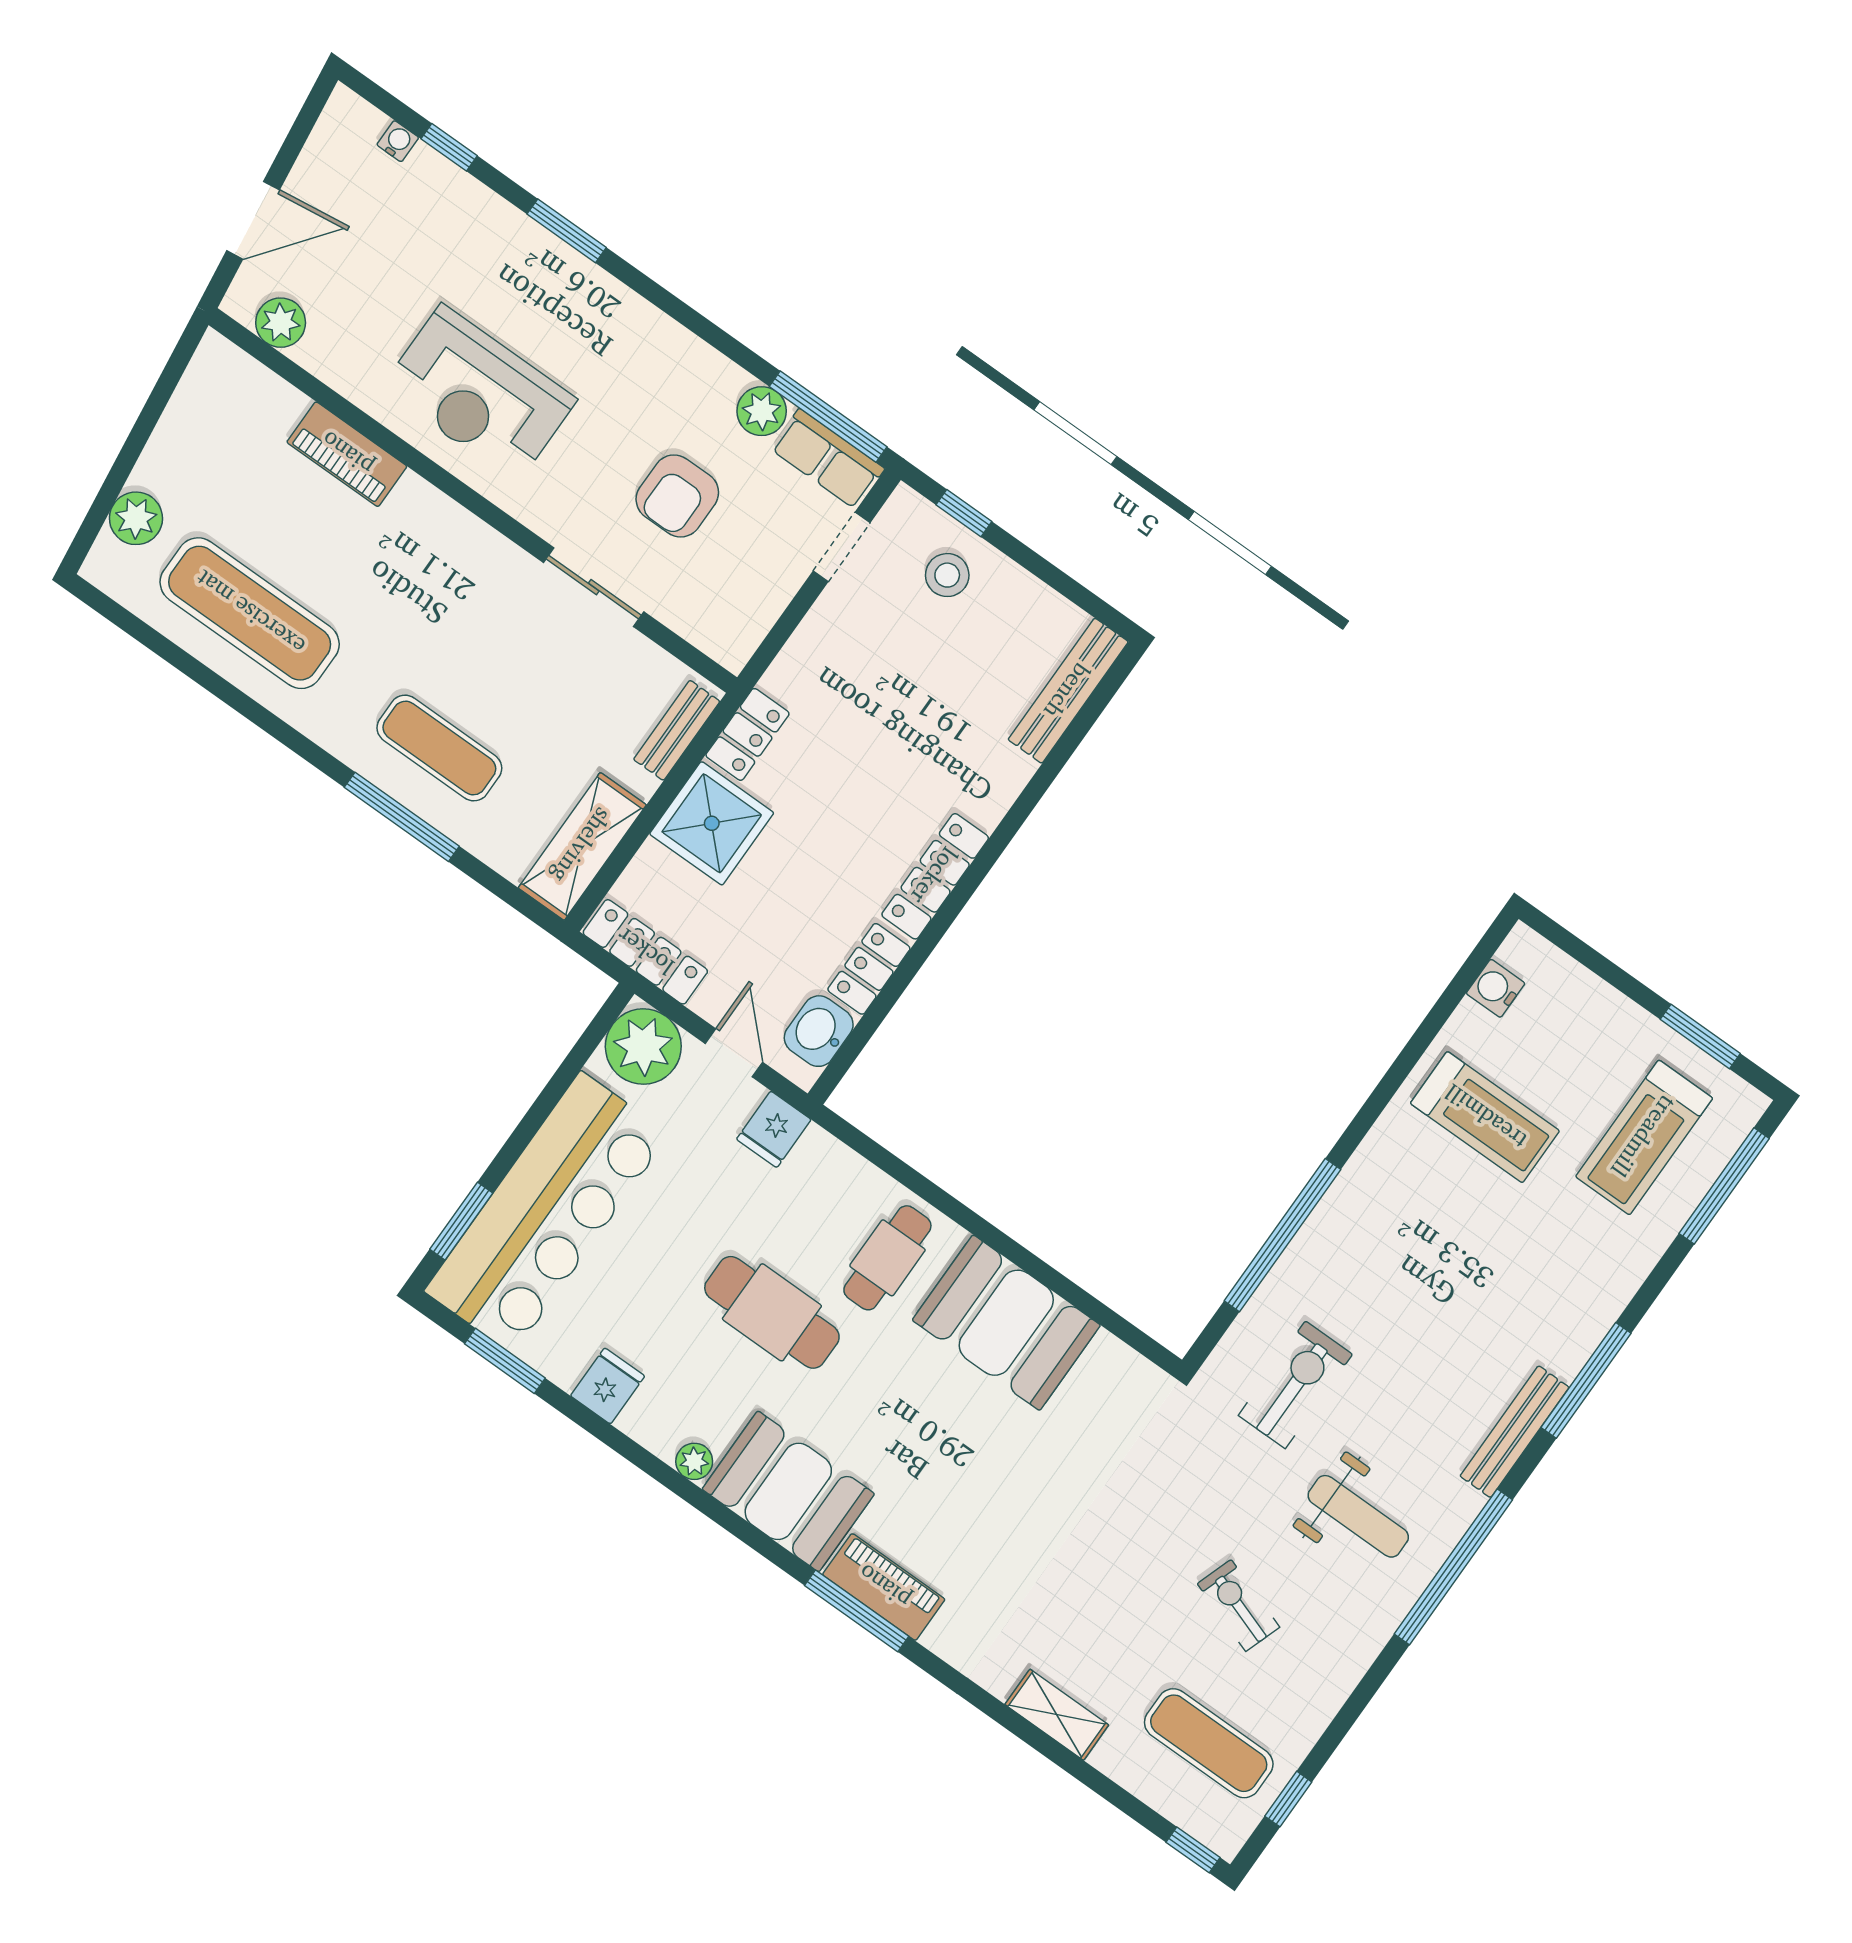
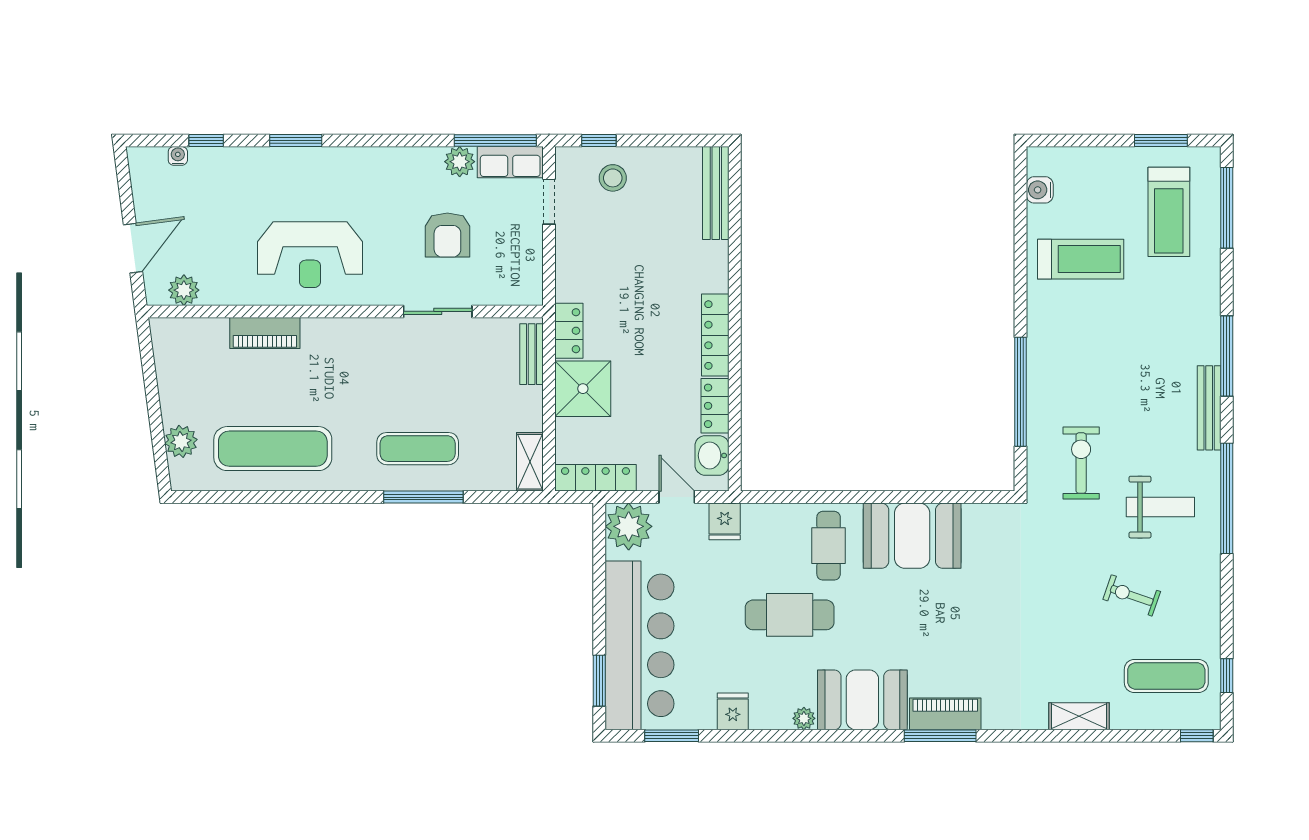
shelving: (582, 846) -> (530, 462), width x0.67, depth x0.75

